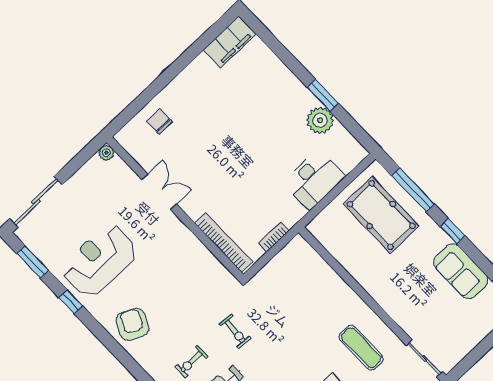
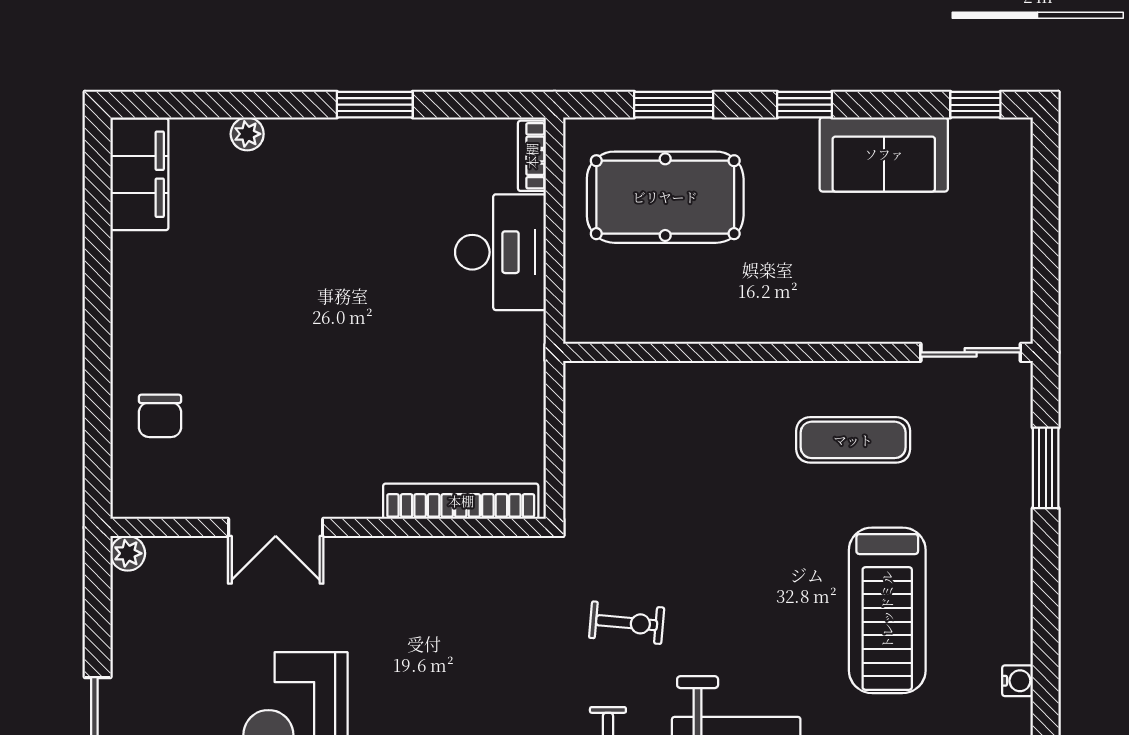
plant: (320, 120) -> (247, 134), moved, width x0.53, depth x0.53
chair: (160, 121) -> (160, 416), turned -90
window: (413, 190) -> (674, 105), width x0.69
double door: (159, 192) -> (276, 527), swing flipped
bookcase: (274, 237) -> (532, 156), moved

